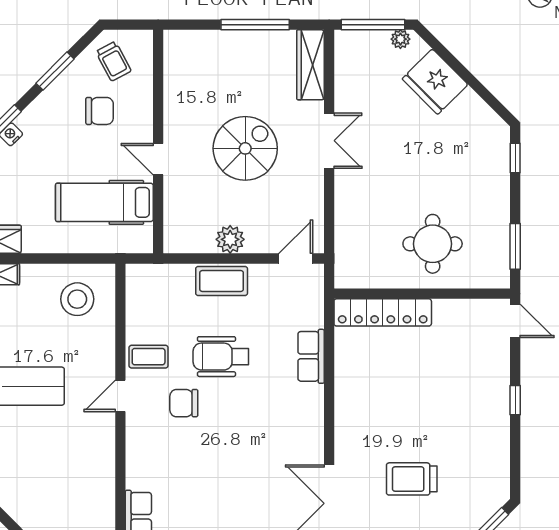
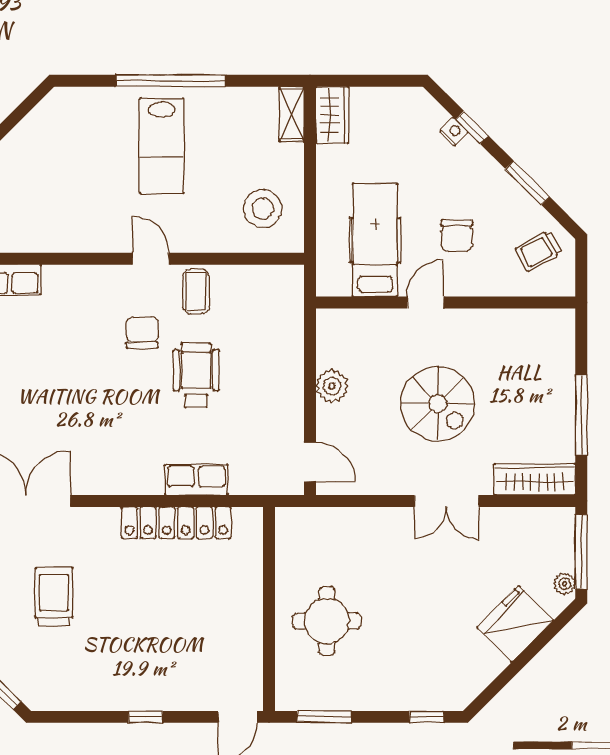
chair: (100, 111) -> (457, 236), moved
coffee table: (222, 281) -> (284, 376), removed
locker: (383, 312) -> (176, 523), moved, turned -90

